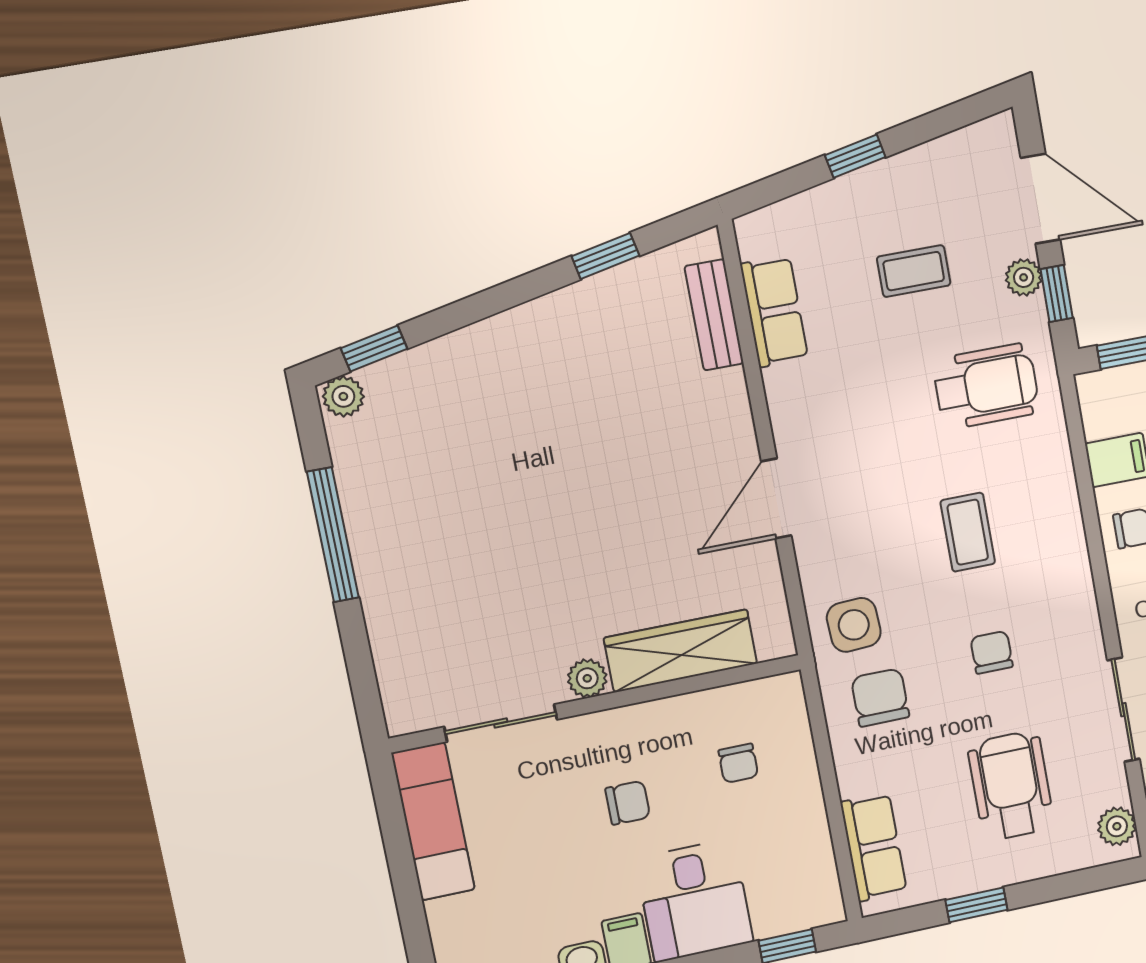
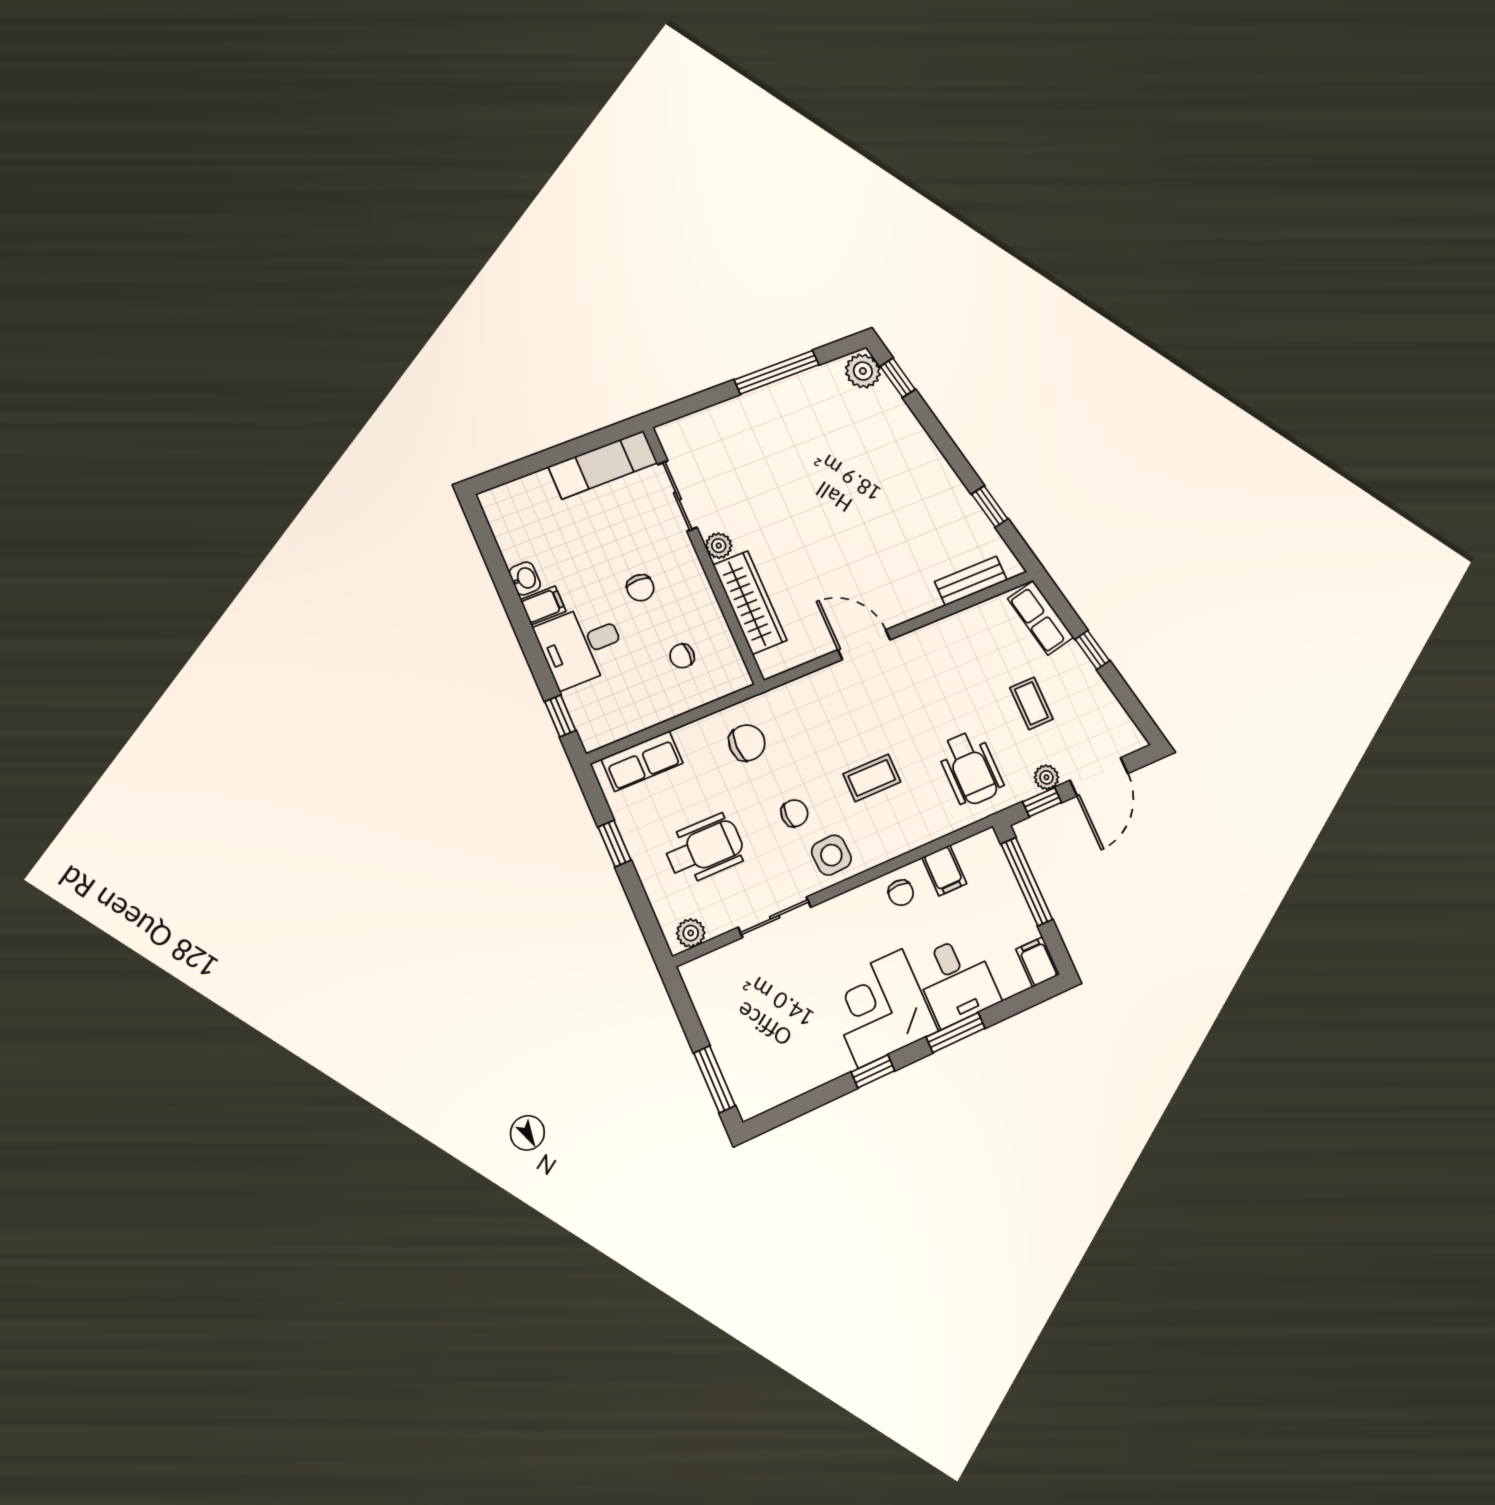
row of seats: (774, 311) -> (1041, 618), moved, turned 79
plant: (343, 396) -> (863, 371), width x1.38, depth x1.38
side table: (854, 625) -> (831, 855), moved

